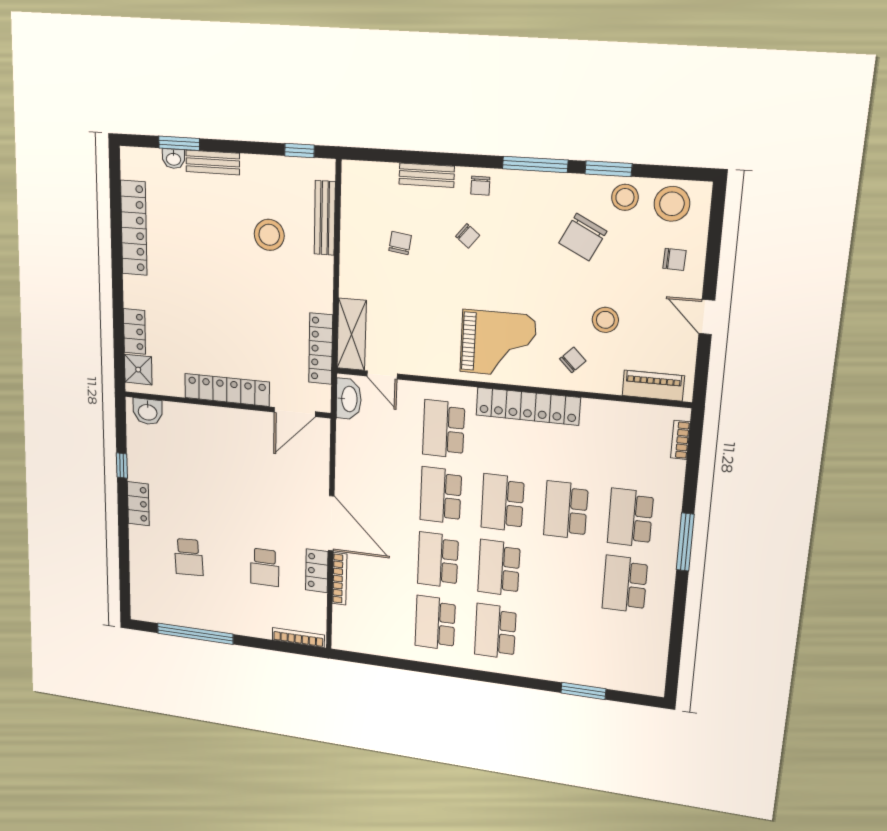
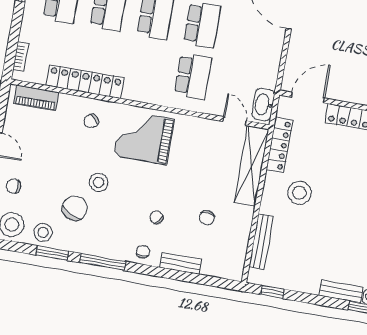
stool: (269, 235) -> (300, 193), moved
stool: (605, 320) -> (99, 182), moved
shelving: (352, 334) -> (251, 166), width x1.47
locker: (528, 406) -> (85, 82), moved

